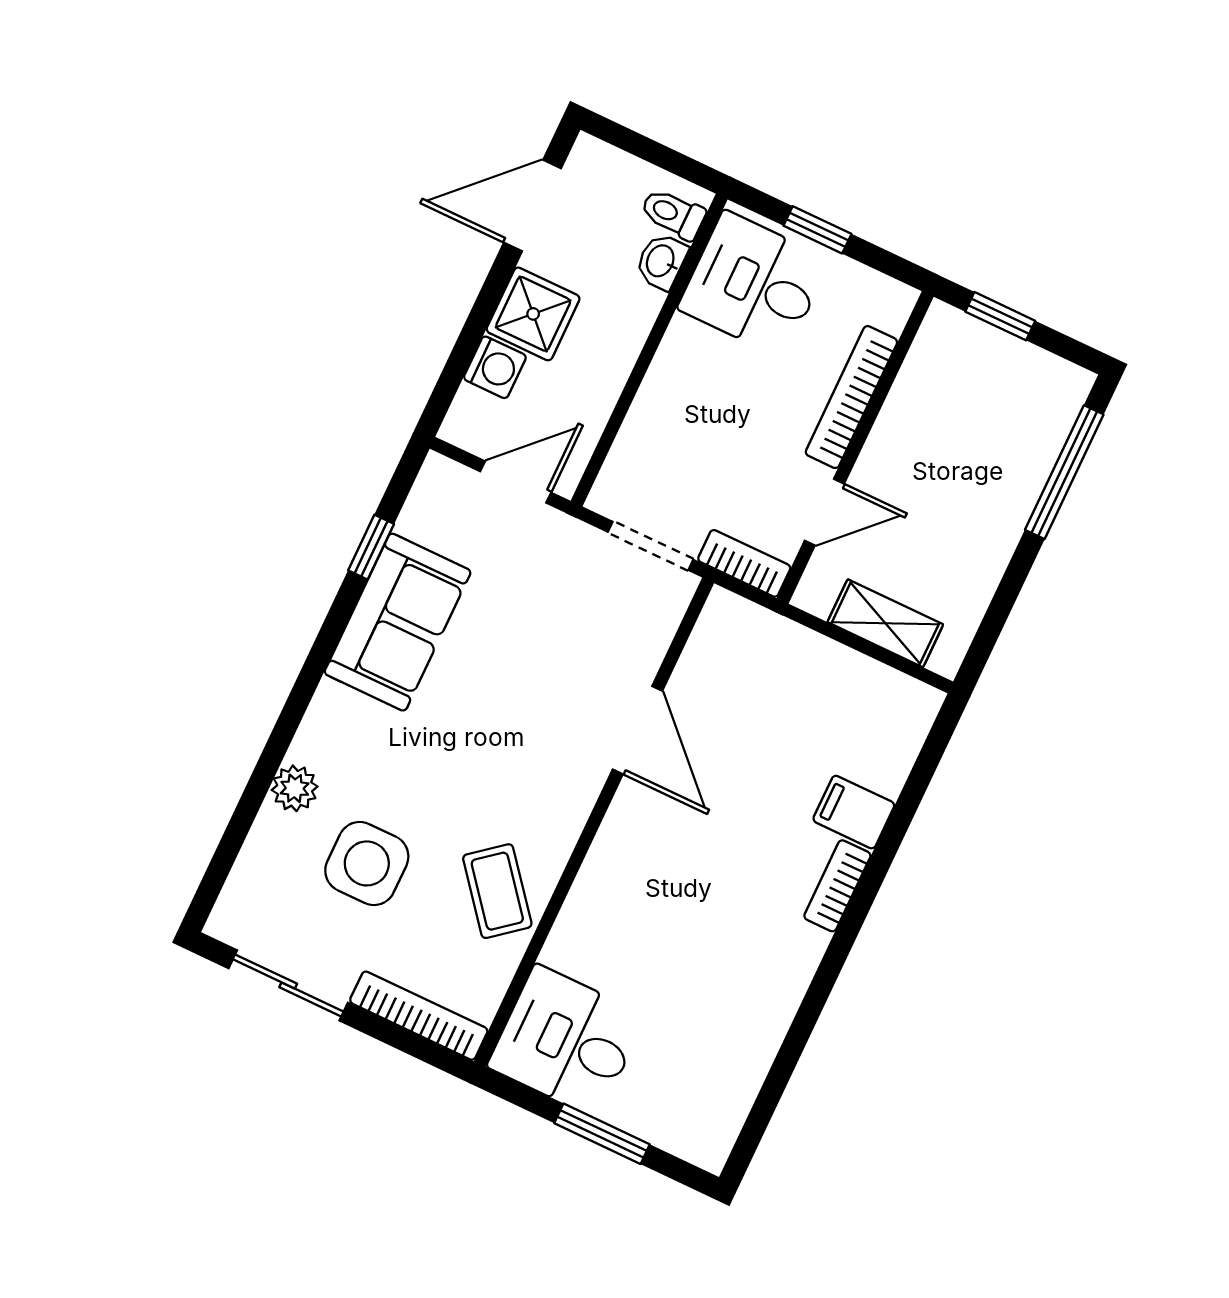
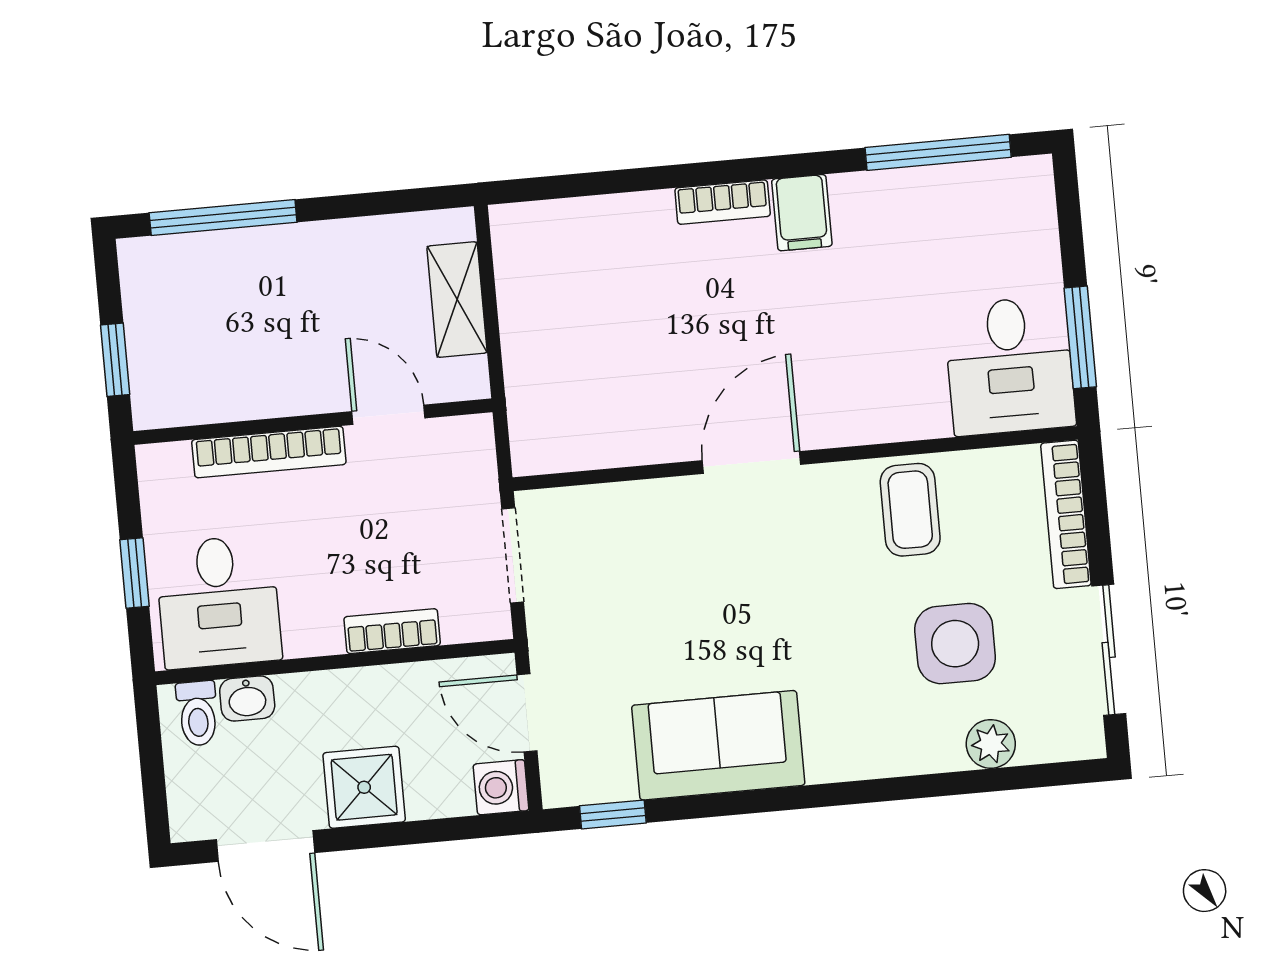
washing machine: (495, 367) -> (501, 787), moved, turned -90
window: (371, 547) -> (613, 814), moved
bookcase: (744, 563) -> (392, 631), moved, turned 90
door: (637, 730) -> (752, 463), moved
plant: (295, 788) -> (991, 744), moved
filing cabinet: (854, 812) -> (802, 213), moved
coffee table: (497, 891) -> (910, 510), turned -51
window: (775, 1085) -> (938, 152), added
window: (602, 1134) -> (1080, 337), moved

